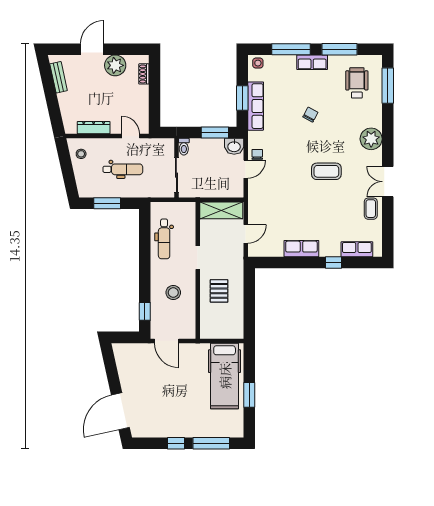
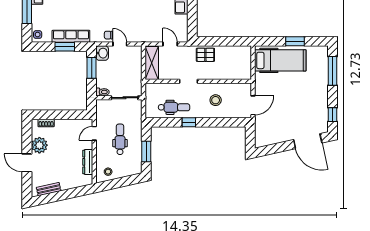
pallet: (219, 291) -> (205, 55), moved
window: (145, 311) -> (189, 122), moved
window: (176, 443) -> (333, 115), moved

